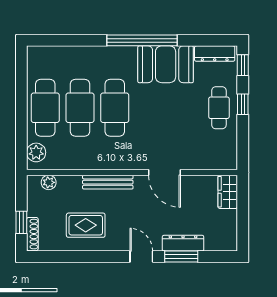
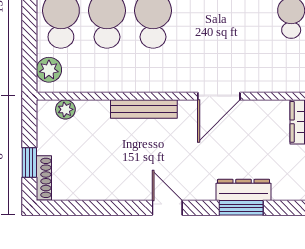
door: (164, 172) -> (219, 96), hinge flipped
rug: (86, 225) -> (115, 166), removed
door: (141, 257) -> (167, 208), moved

